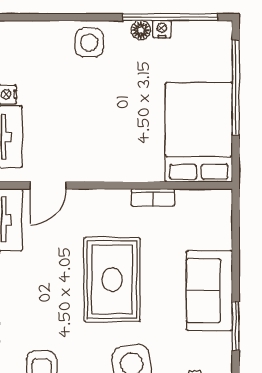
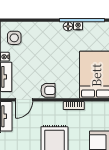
side table: (89, 43) -> (14, 38), moved
armchair: (98, 165) -> (48, 90), added

